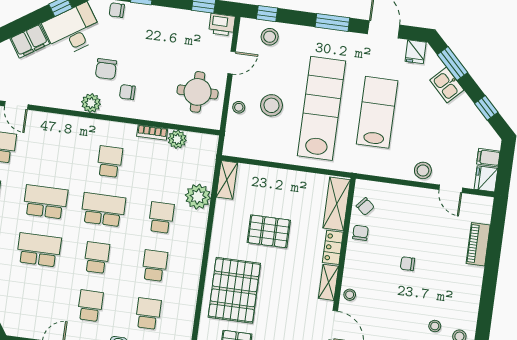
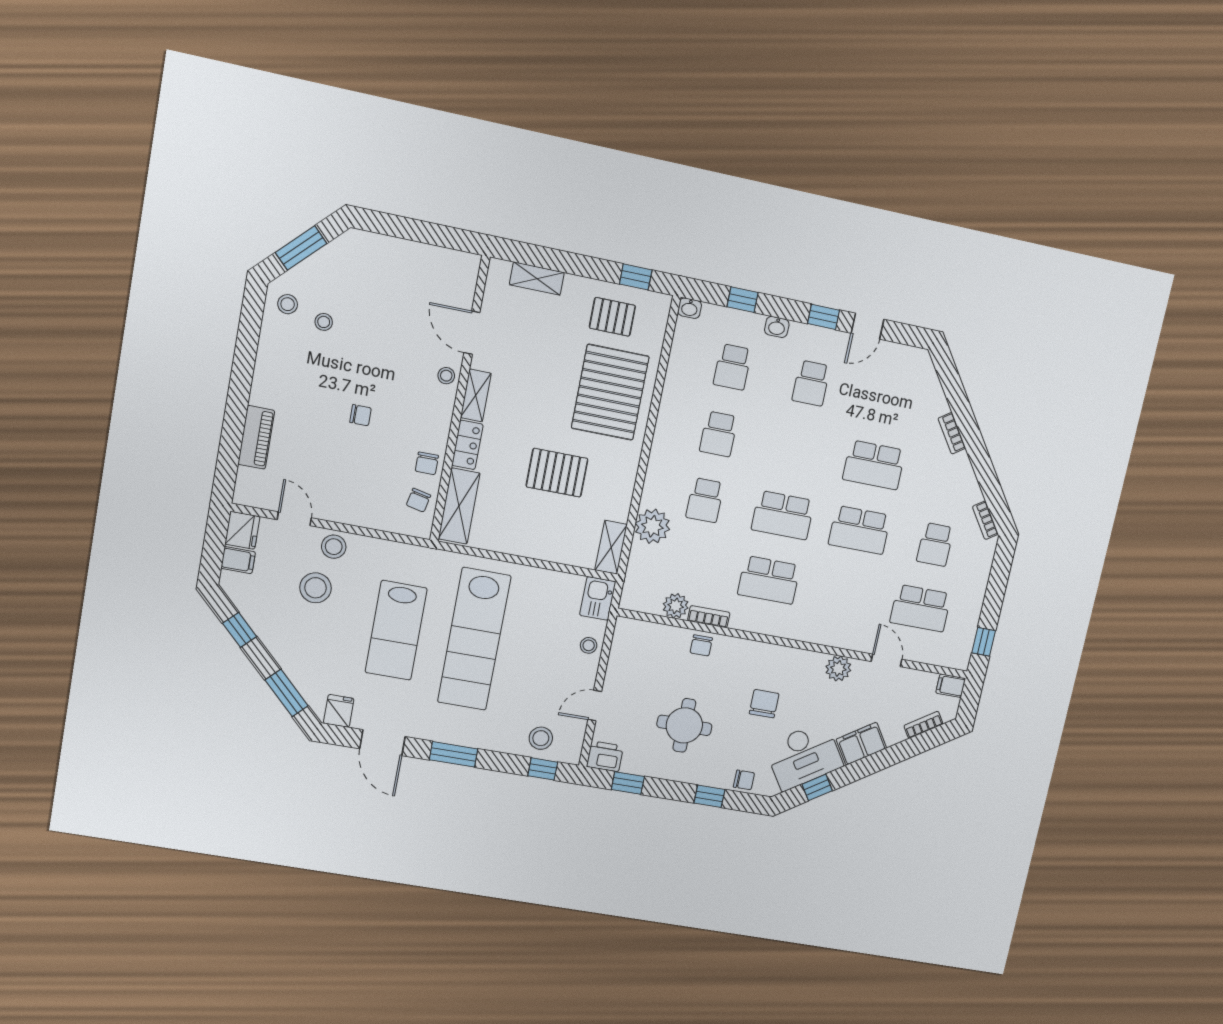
kitchen sink: (447, 85) -> (598, 598), moved, turned -135
chair: (127, 92) -> (701, 645), moved, turned 90
round table: (198, 92) -> (684, 725), moved
plant: (91, 103) -> (838, 668), moved
stool: (271, 105) -> (316, 588), moved
school desk: (110, 162) -> (769, 580), width x1.85
chair: (365, 206) -> (418, 500), turned -118
school desk: (97, 258) -> (797, 450), removed

